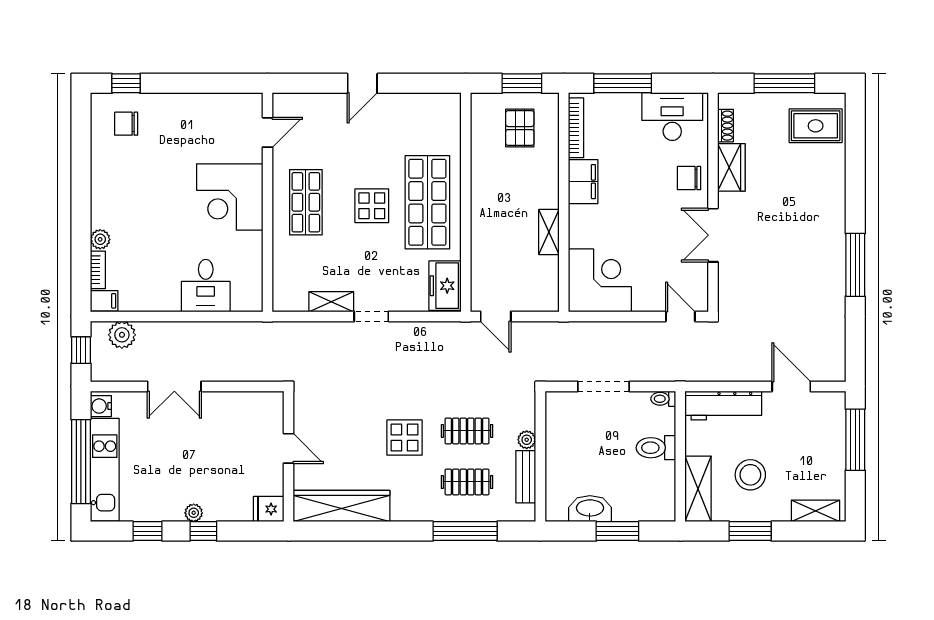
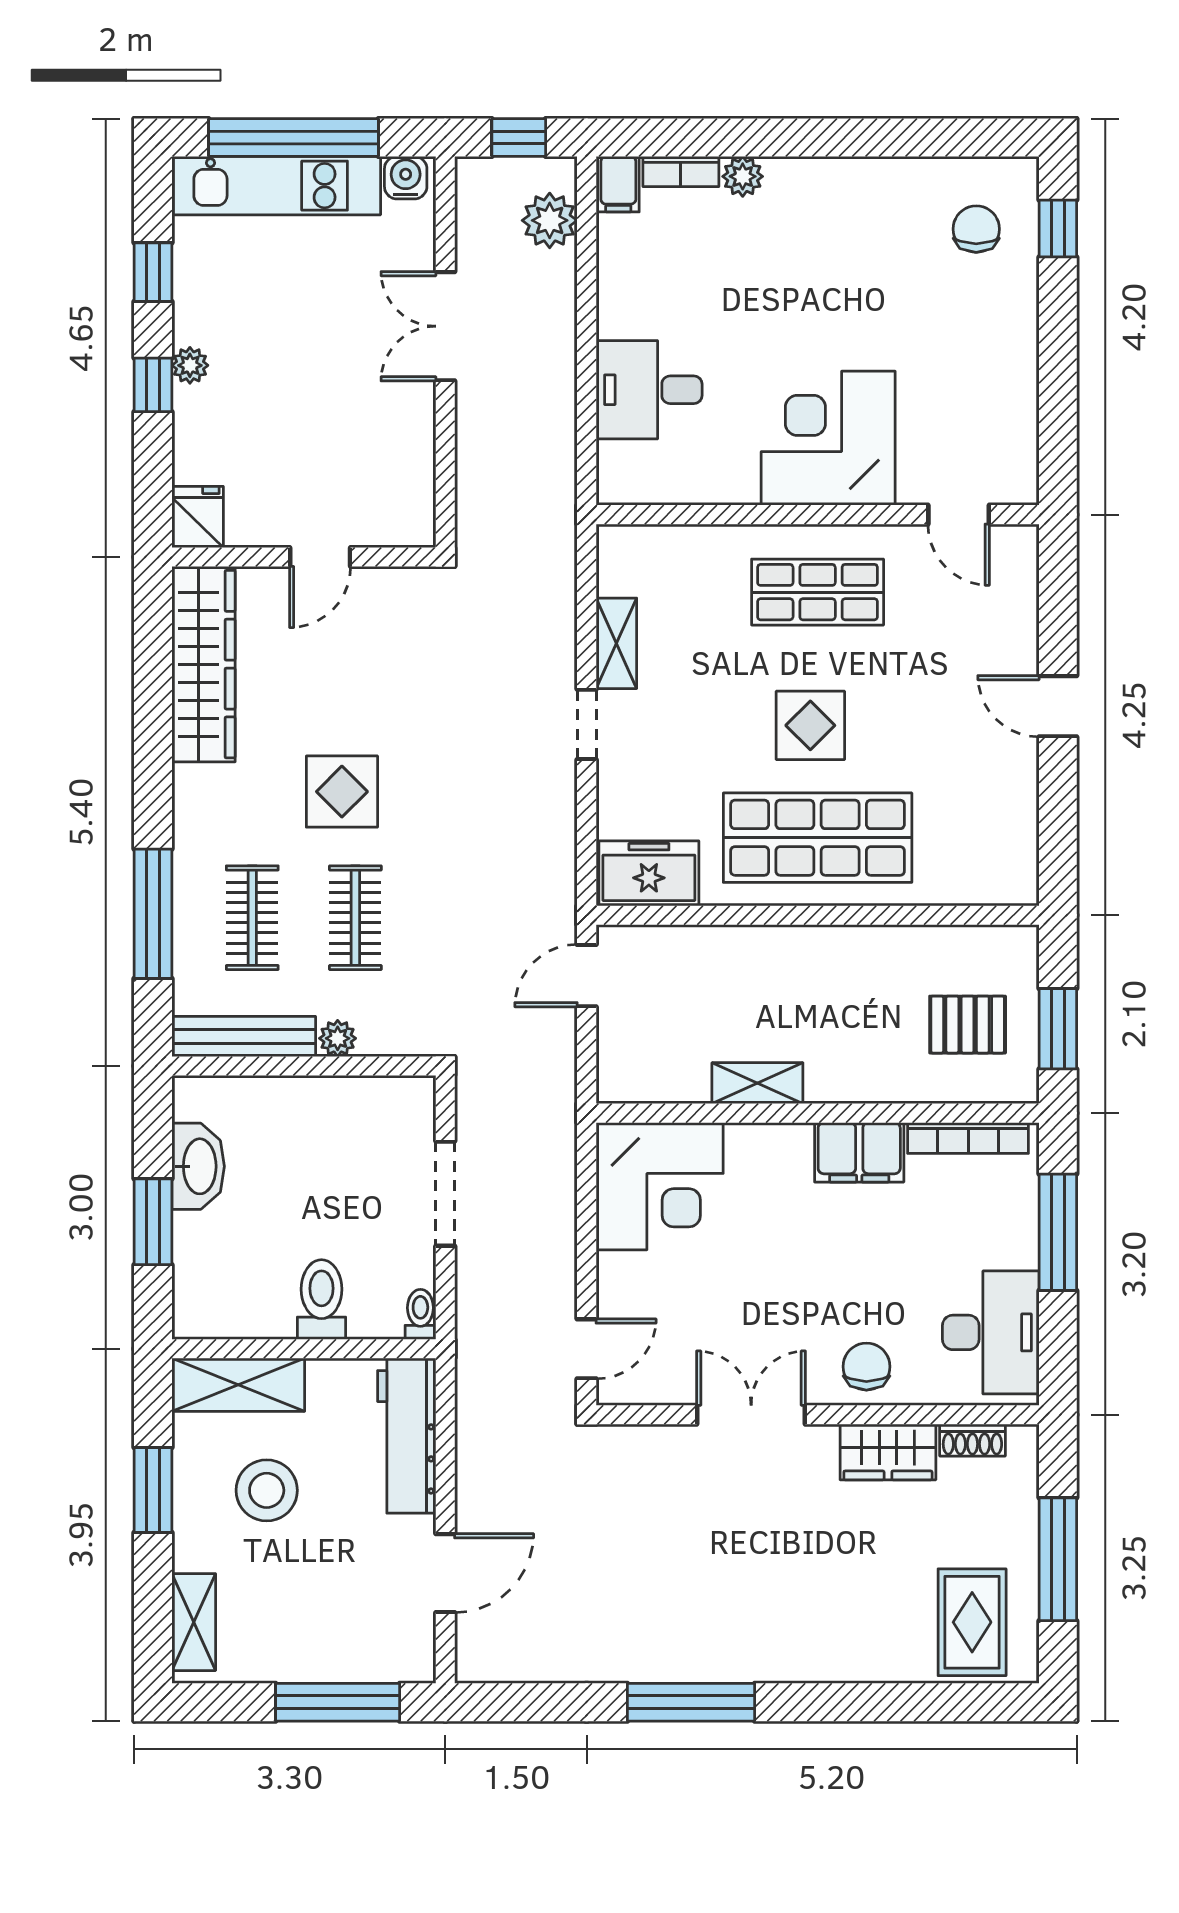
bench: (526, 477) -> (244, 1036), width x1.36

